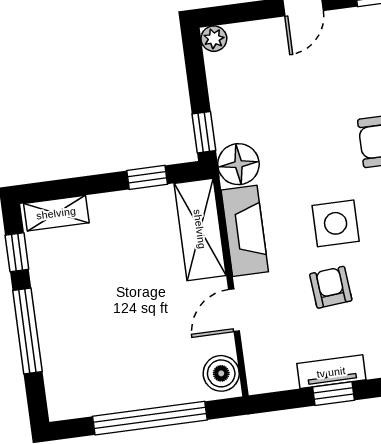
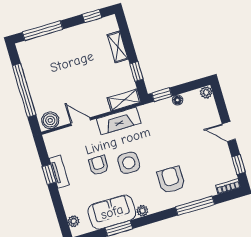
floor lamp: (238, 164) -> (178, 100), moved, width x0.53, depth x0.53
shelving: (56, 213) -> (118, 47), moved
shelving: (200, 229) -> (124, 100), width x0.67, depth x0.75
armchair: (331, 287) -> (99, 165), turned -85
window: (27, 331) -> (43, 31), moved

